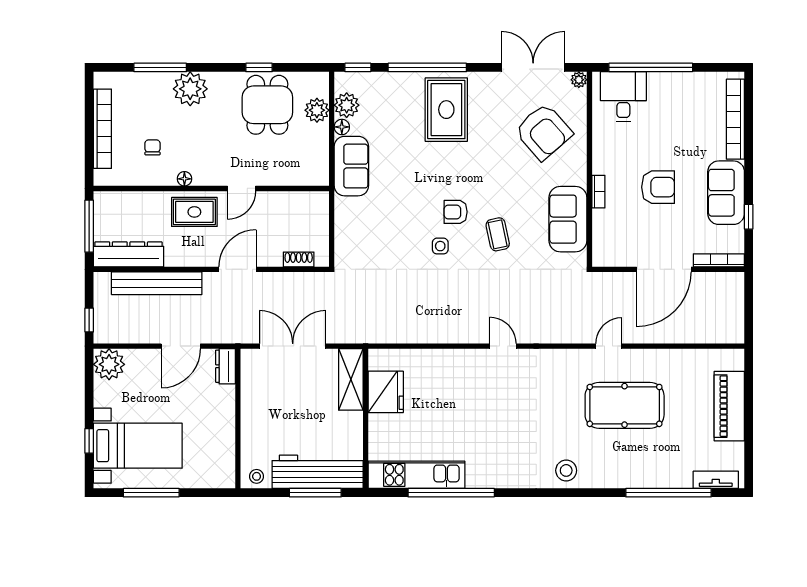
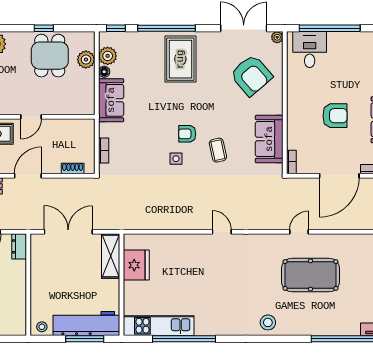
bookcase: (598, 192) -> (291, 162), moved
bookcase: (341, 235) -> (104, 150), added

